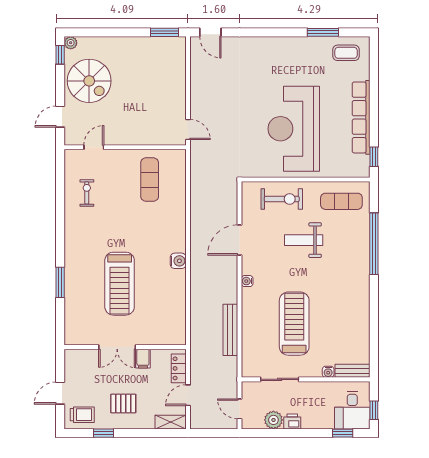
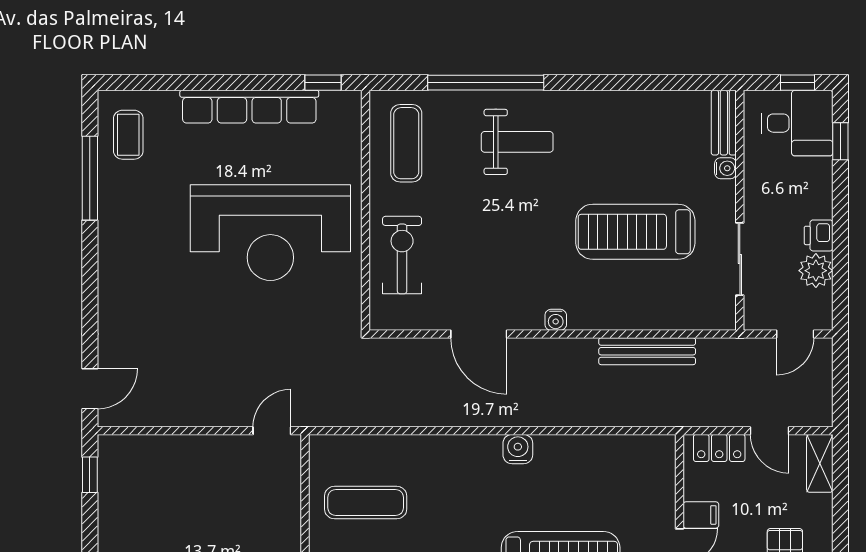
window: (164, 32) -> (90, 475), width x0.67
window: (323, 32) -> (90, 178), width x1.44
weight bench: (304, 240) -> (517, 142), moved, turned -90

